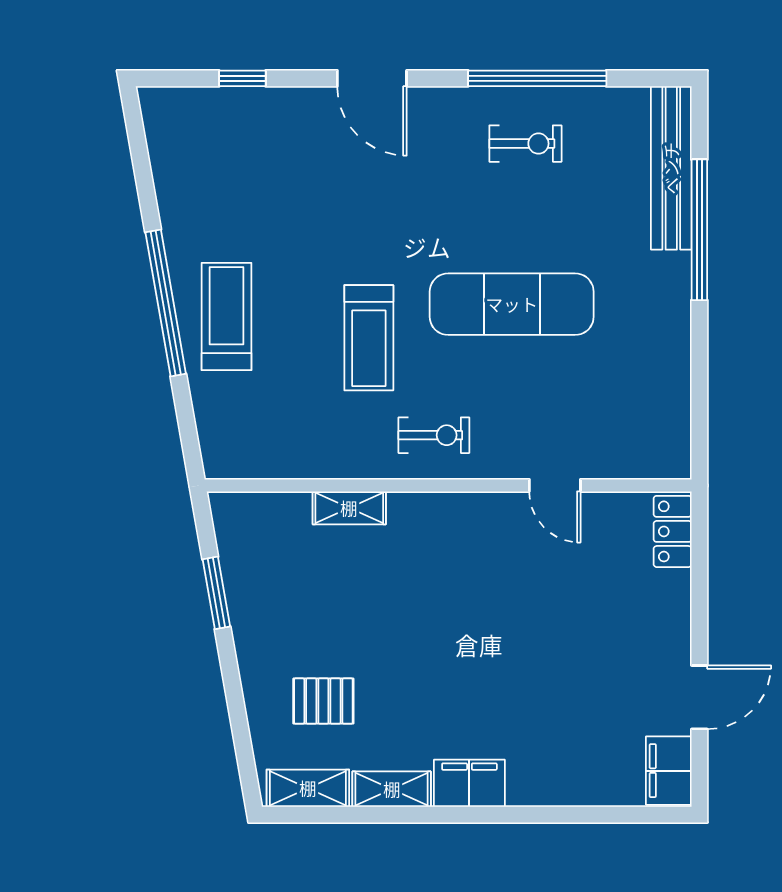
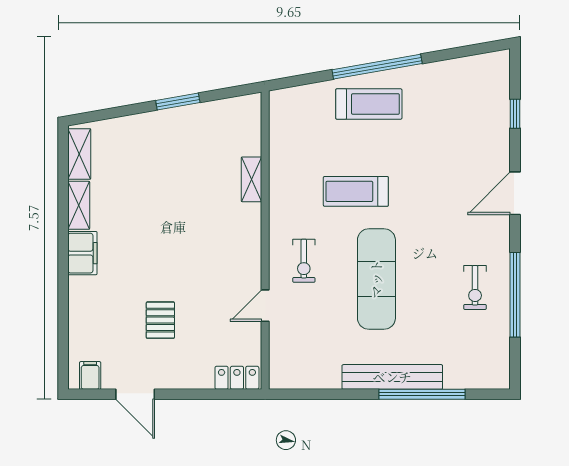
bench: (671, 168) -> (392, 377), moved
exercise bike: (434, 435) -> (304, 261), moved
window: (216, 593) -> (178, 102), moved
pallet: (323, 701) -> (160, 320), moved
filing cabinet: (669, 771) -> (90, 375), width x0.50

